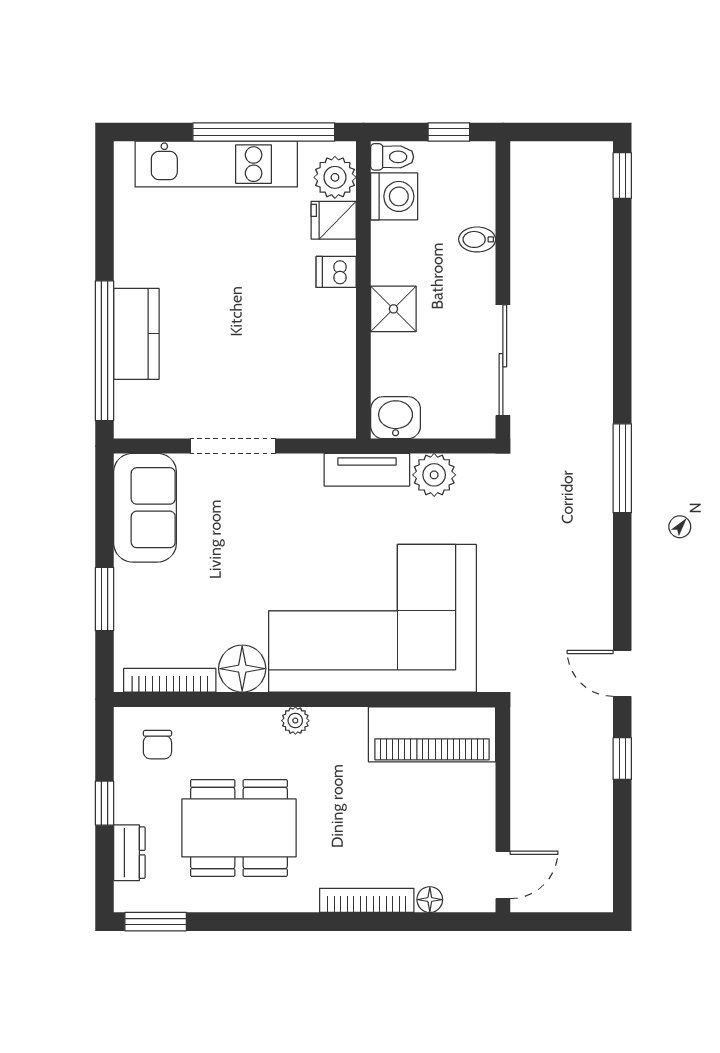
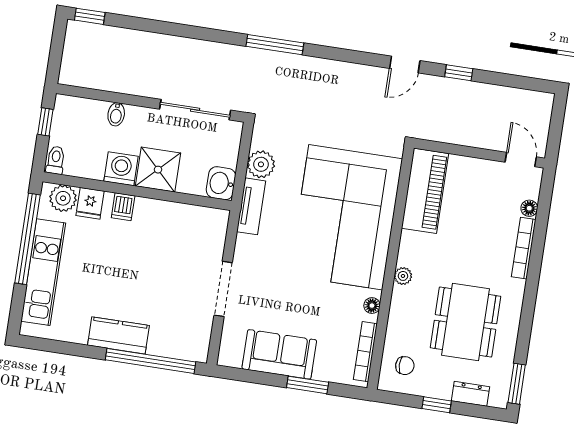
washing machine: (394, 196) -> (121, 169), moved
shower: (393, 309) -> (158, 170), width x1.36, depth x1.36
kitchen counter: (136, 334) -> (118, 335), moved
sofa: (145, 508) -> (279, 354), moved
floor lamp: (242, 669) -> (372, 306), width x0.53, depth x0.53

